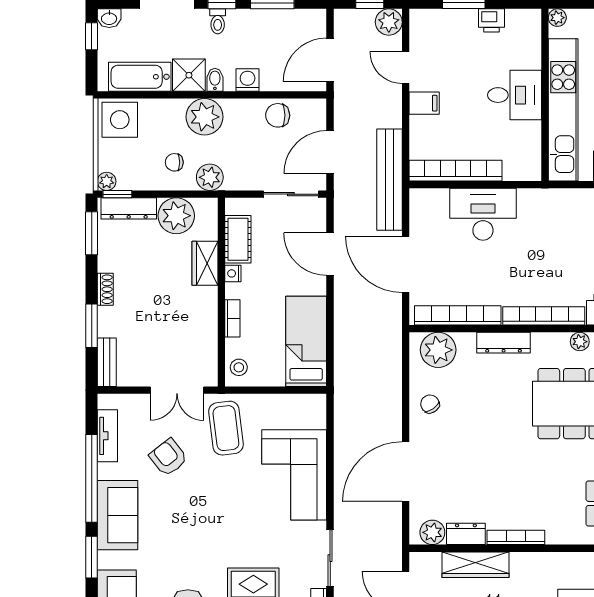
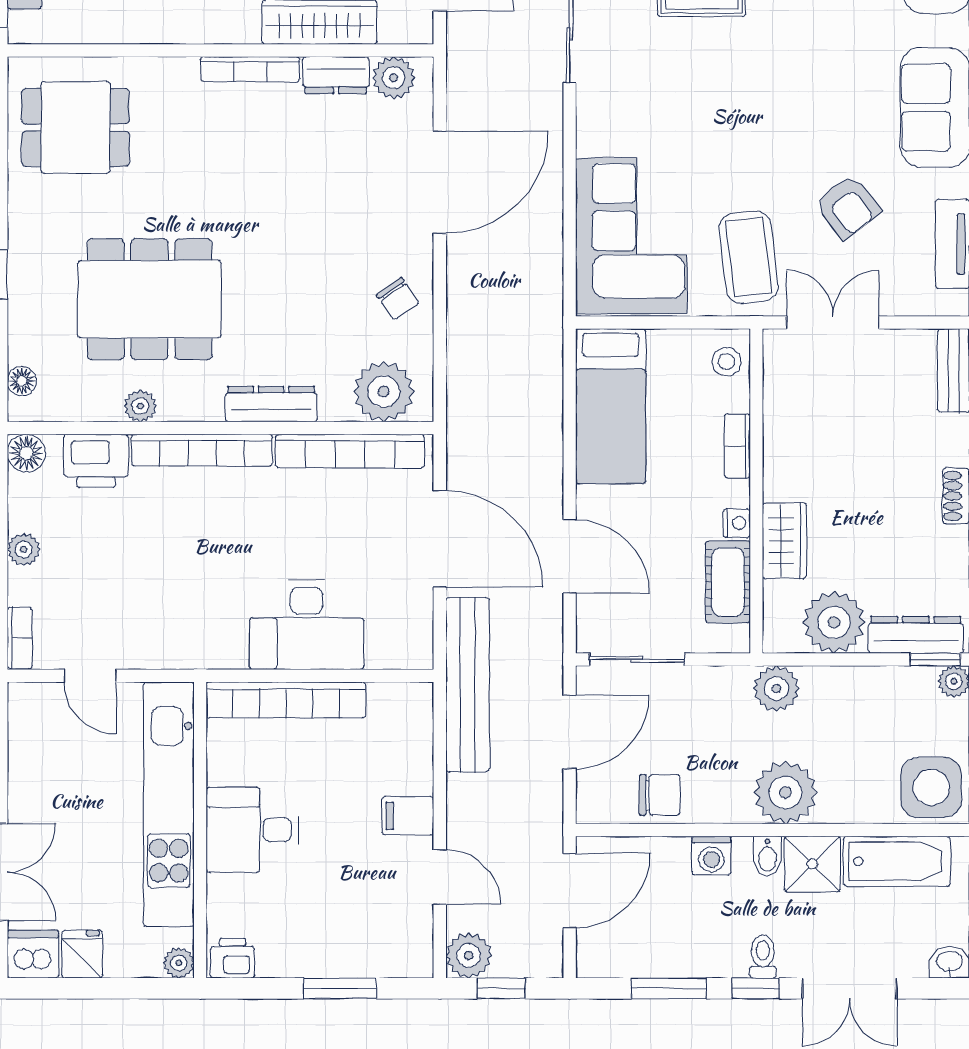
printer: (492, 20) -> (233, 958), moved
chair: (174, 162) -> (837, 714), removed
bookcase: (455, 171) -> (286, 700), moved
corner sofa: (294, 475) -> (631, 236), moved

